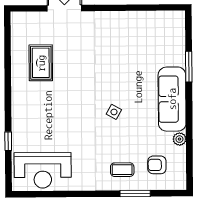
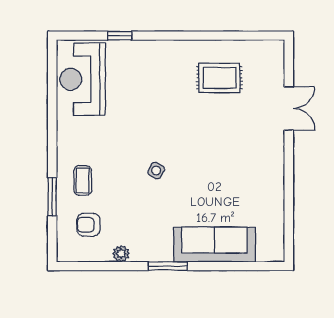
window: (189, 67) -> (168, 266), moved
sofa: (172, 99) -> (214, 245), moved
armchair: (157, 165) -> (88, 225), turned -90

